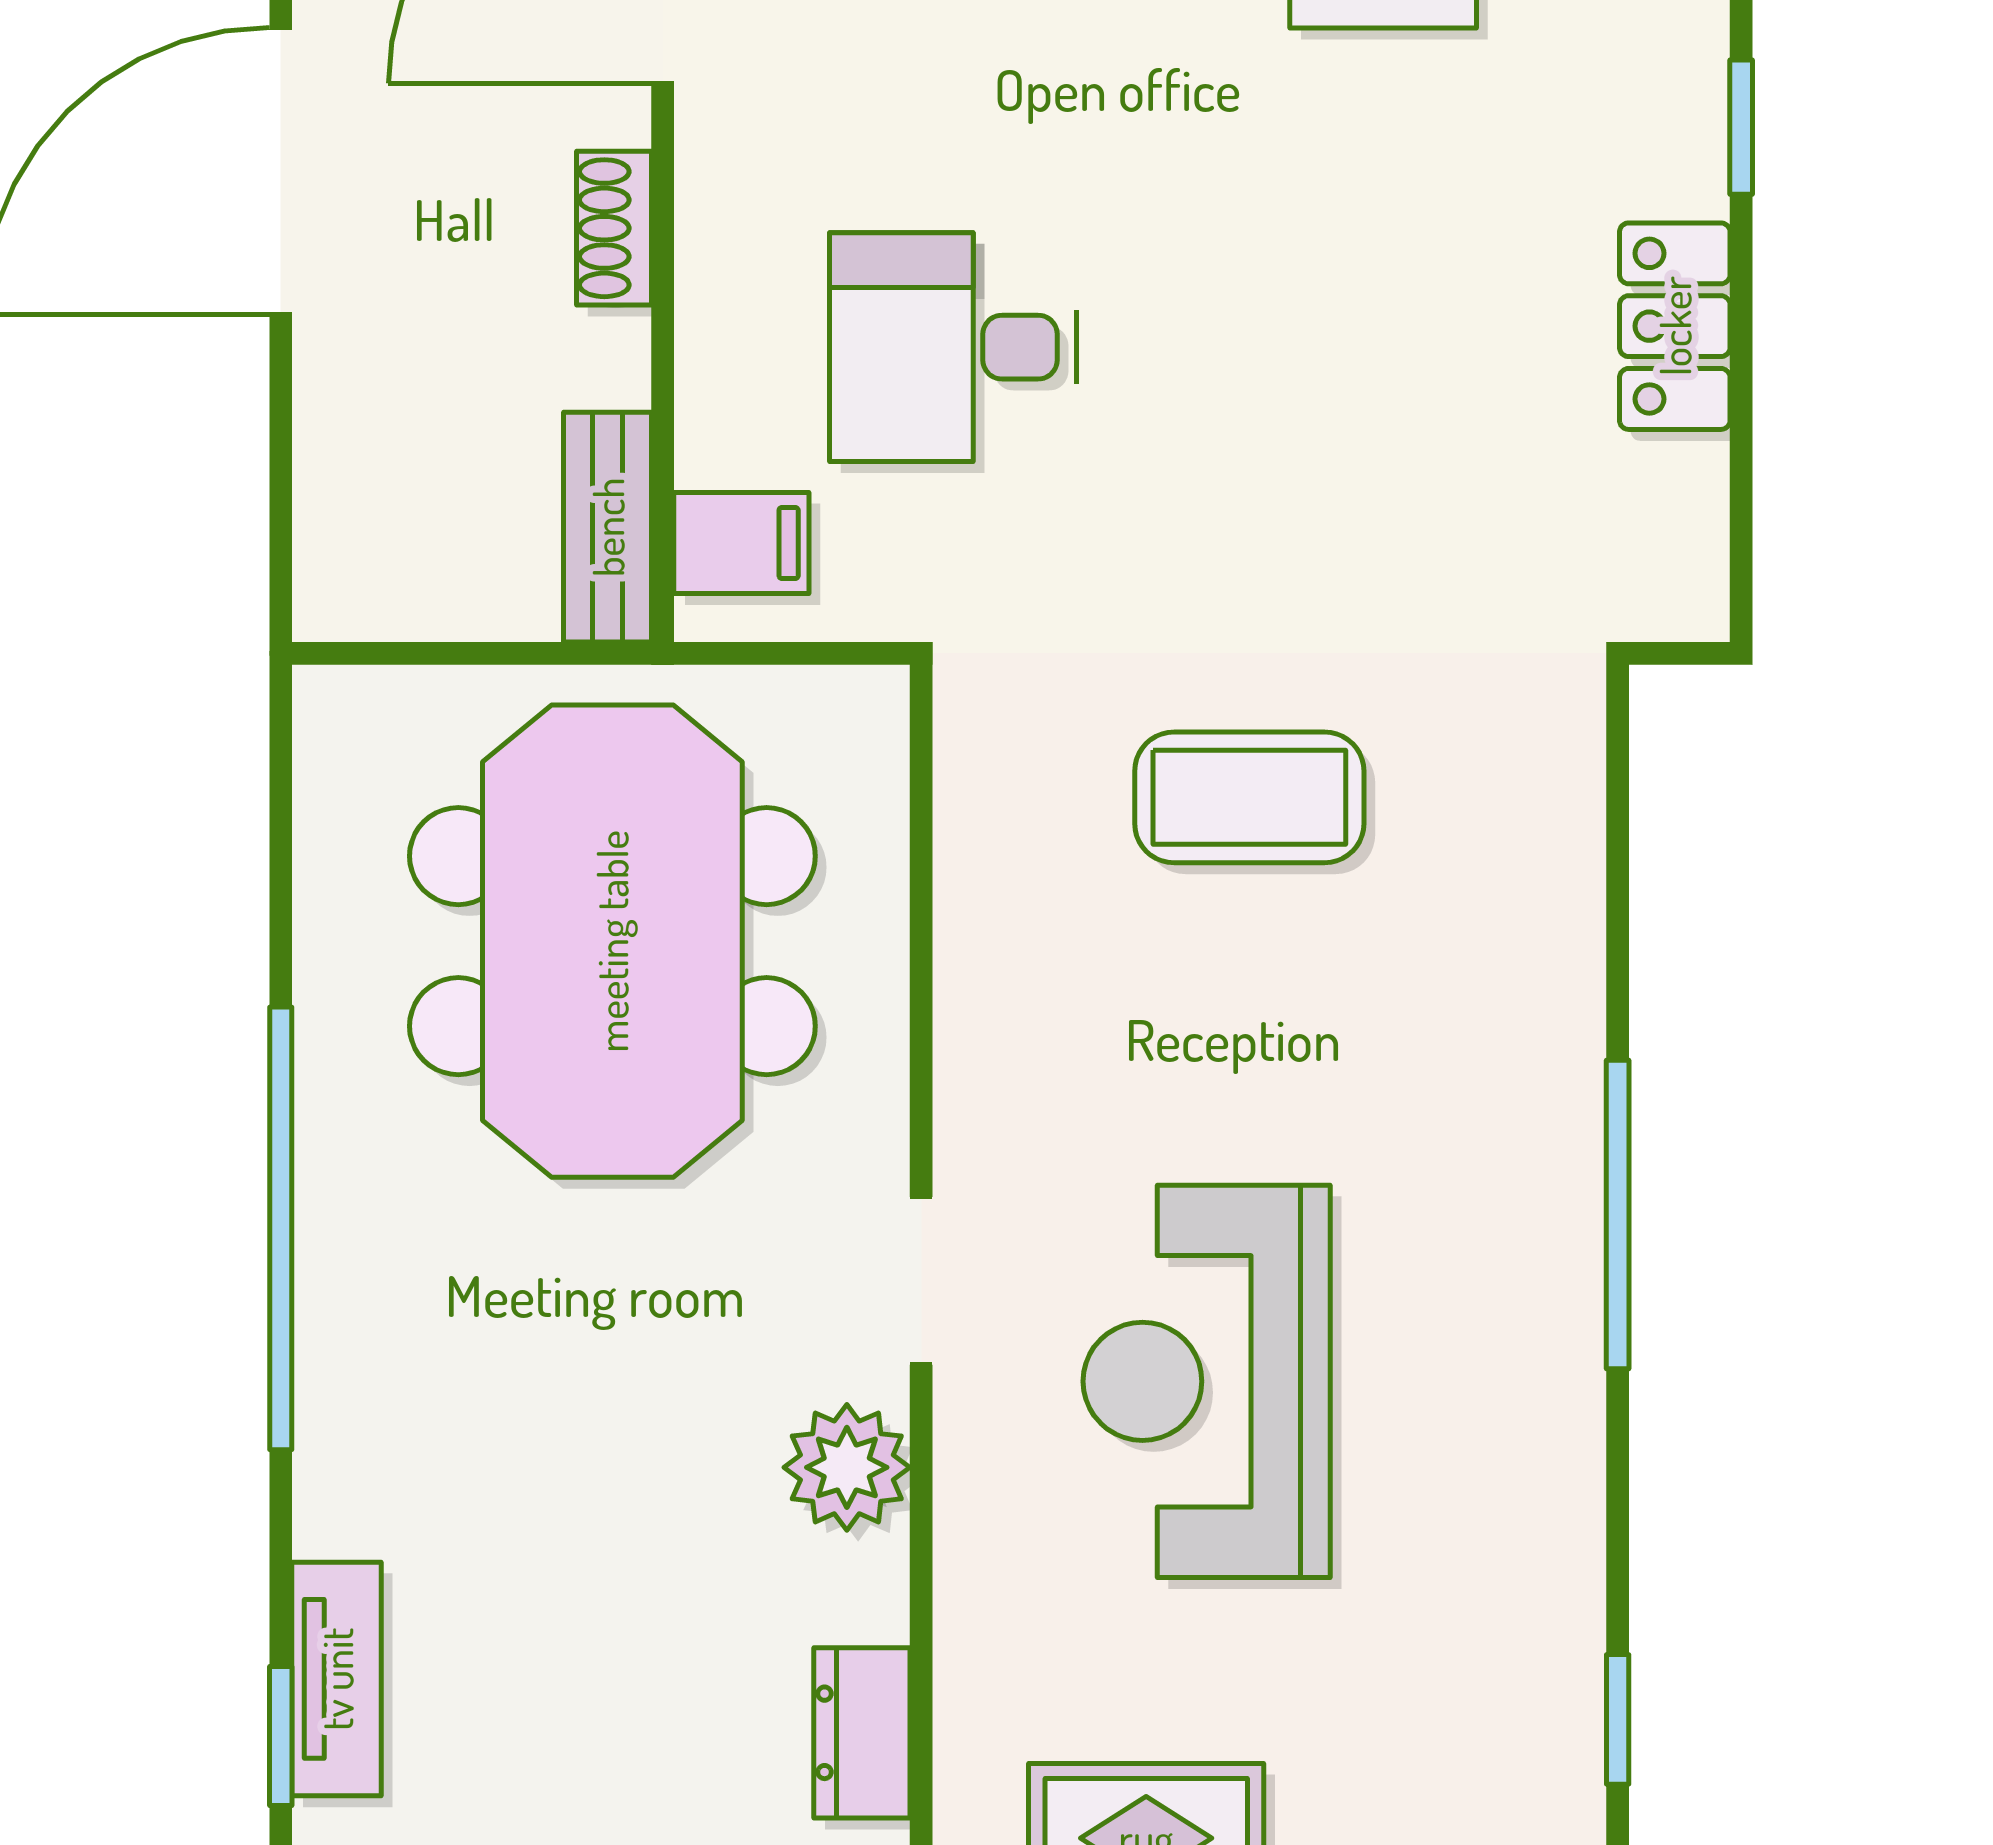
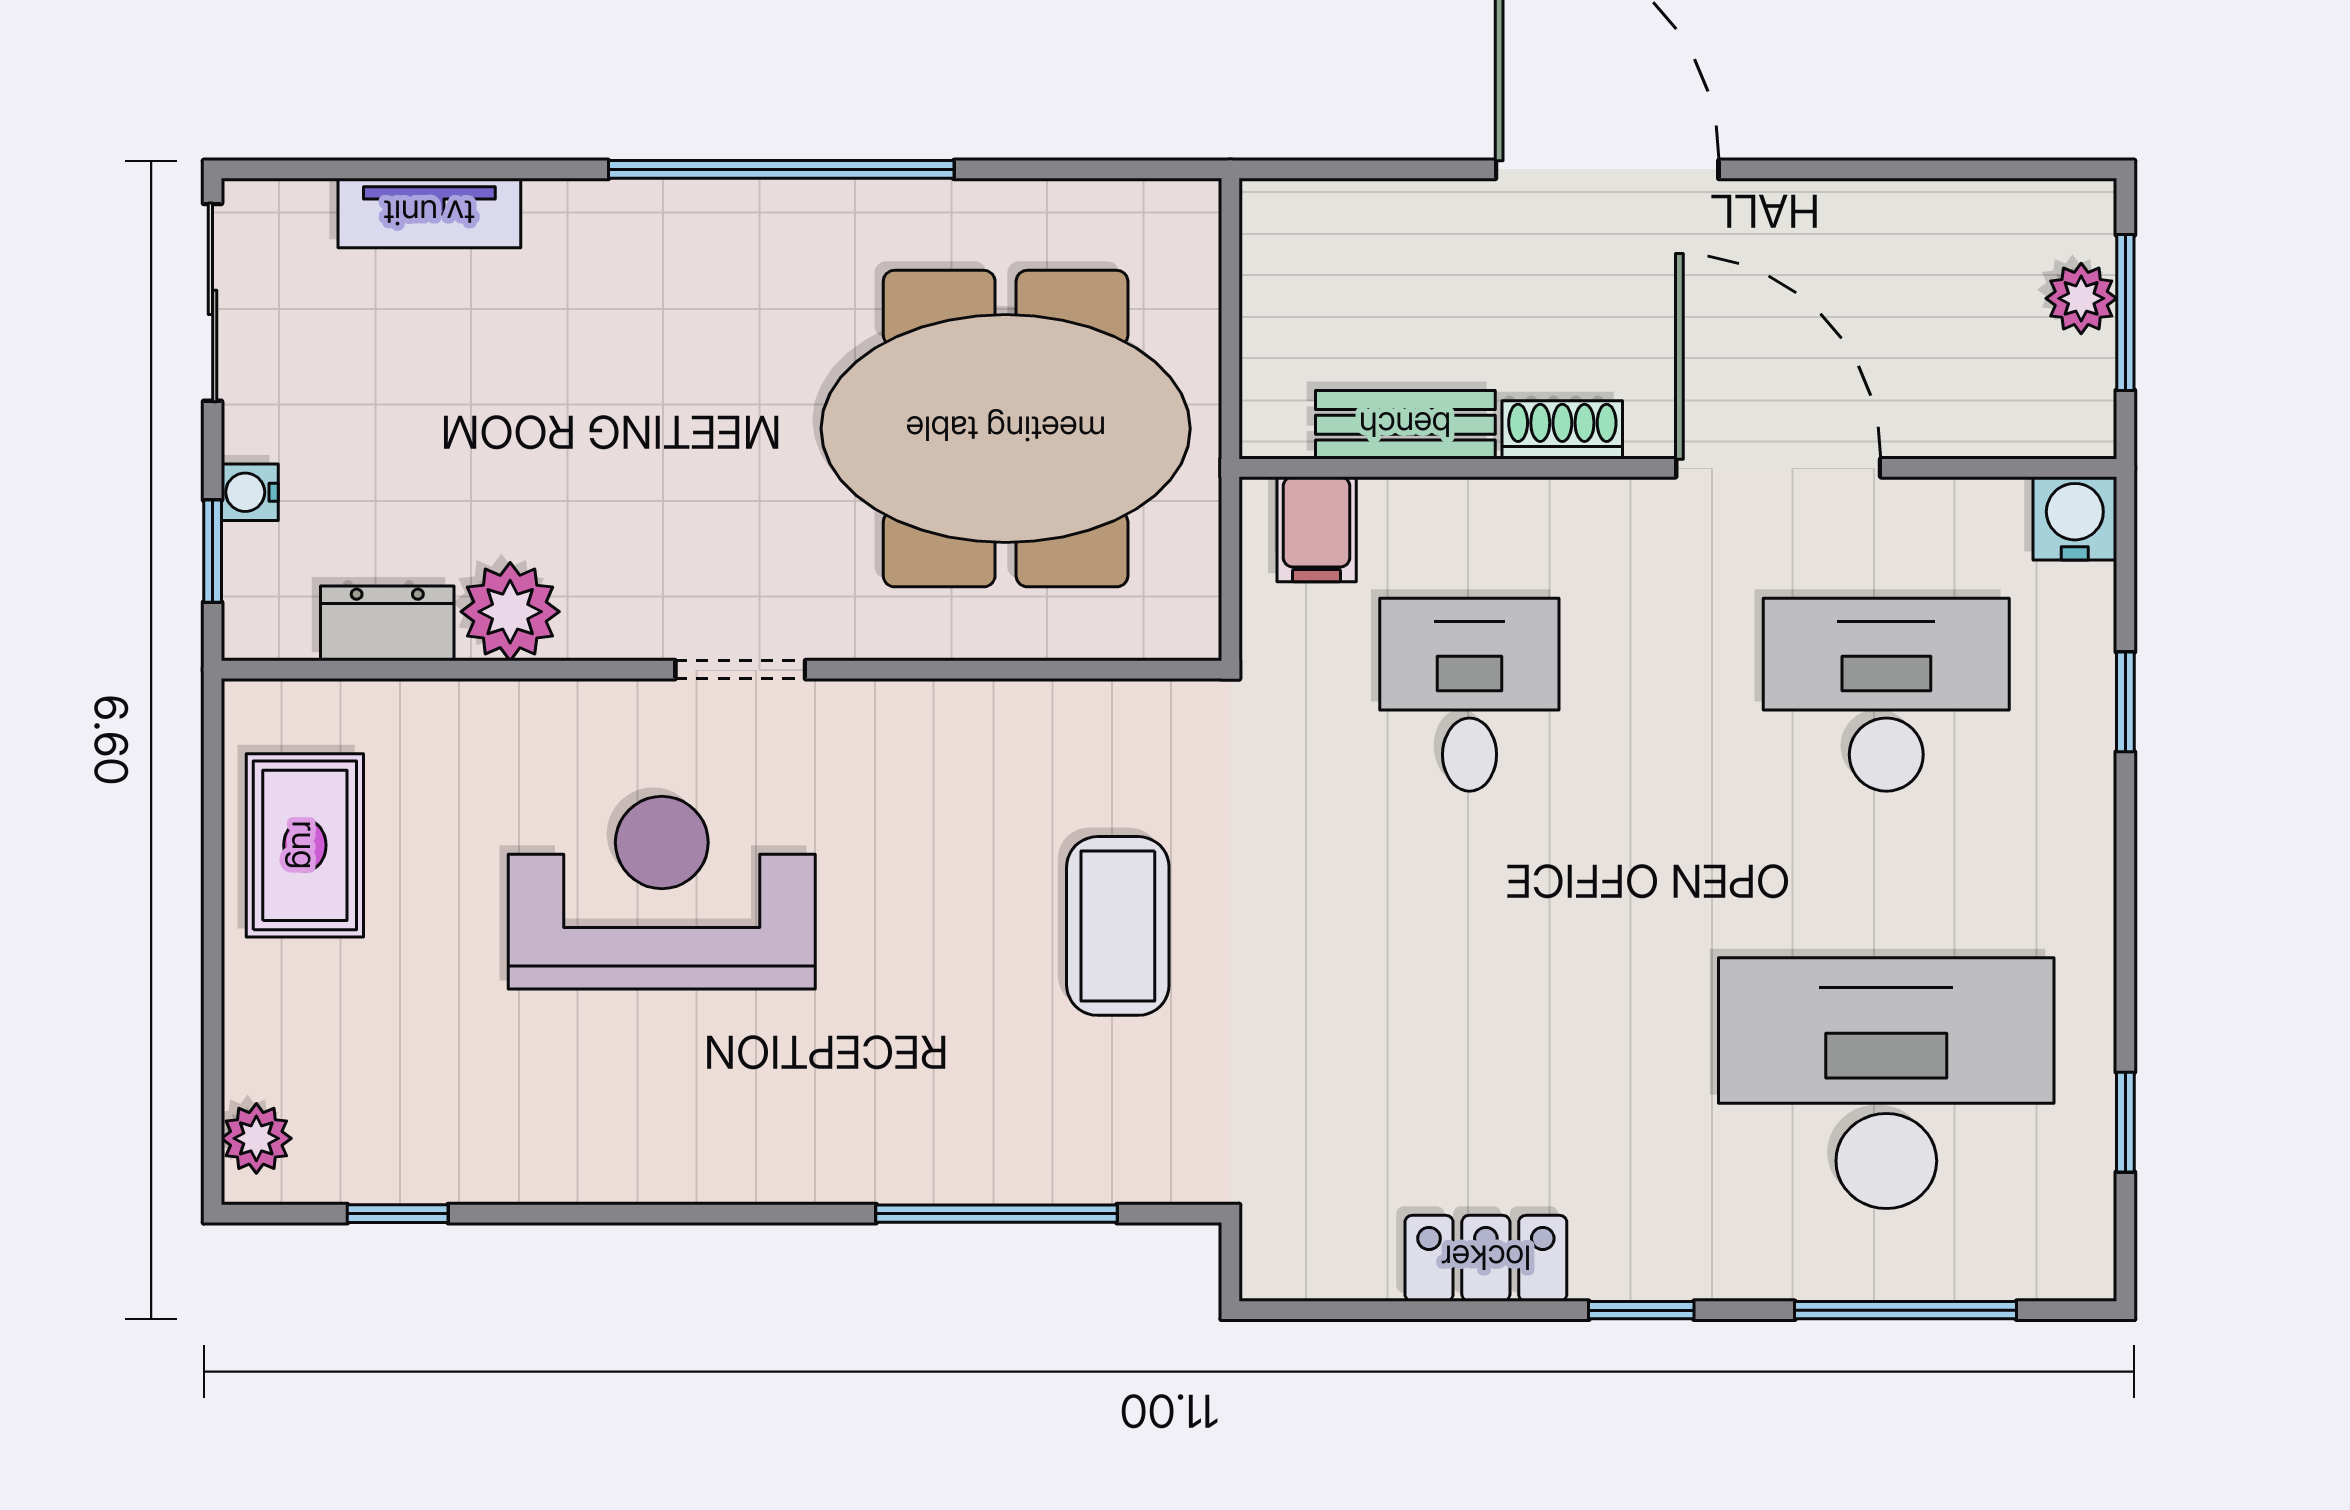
bench: (608, 527) -> (1405, 425), moved
window: (1618, 1215) -> (997, 1214), moved
plant: (847, 1467) -> (510, 612), moved
window: (281, 1736) -> (385, 169), removed

